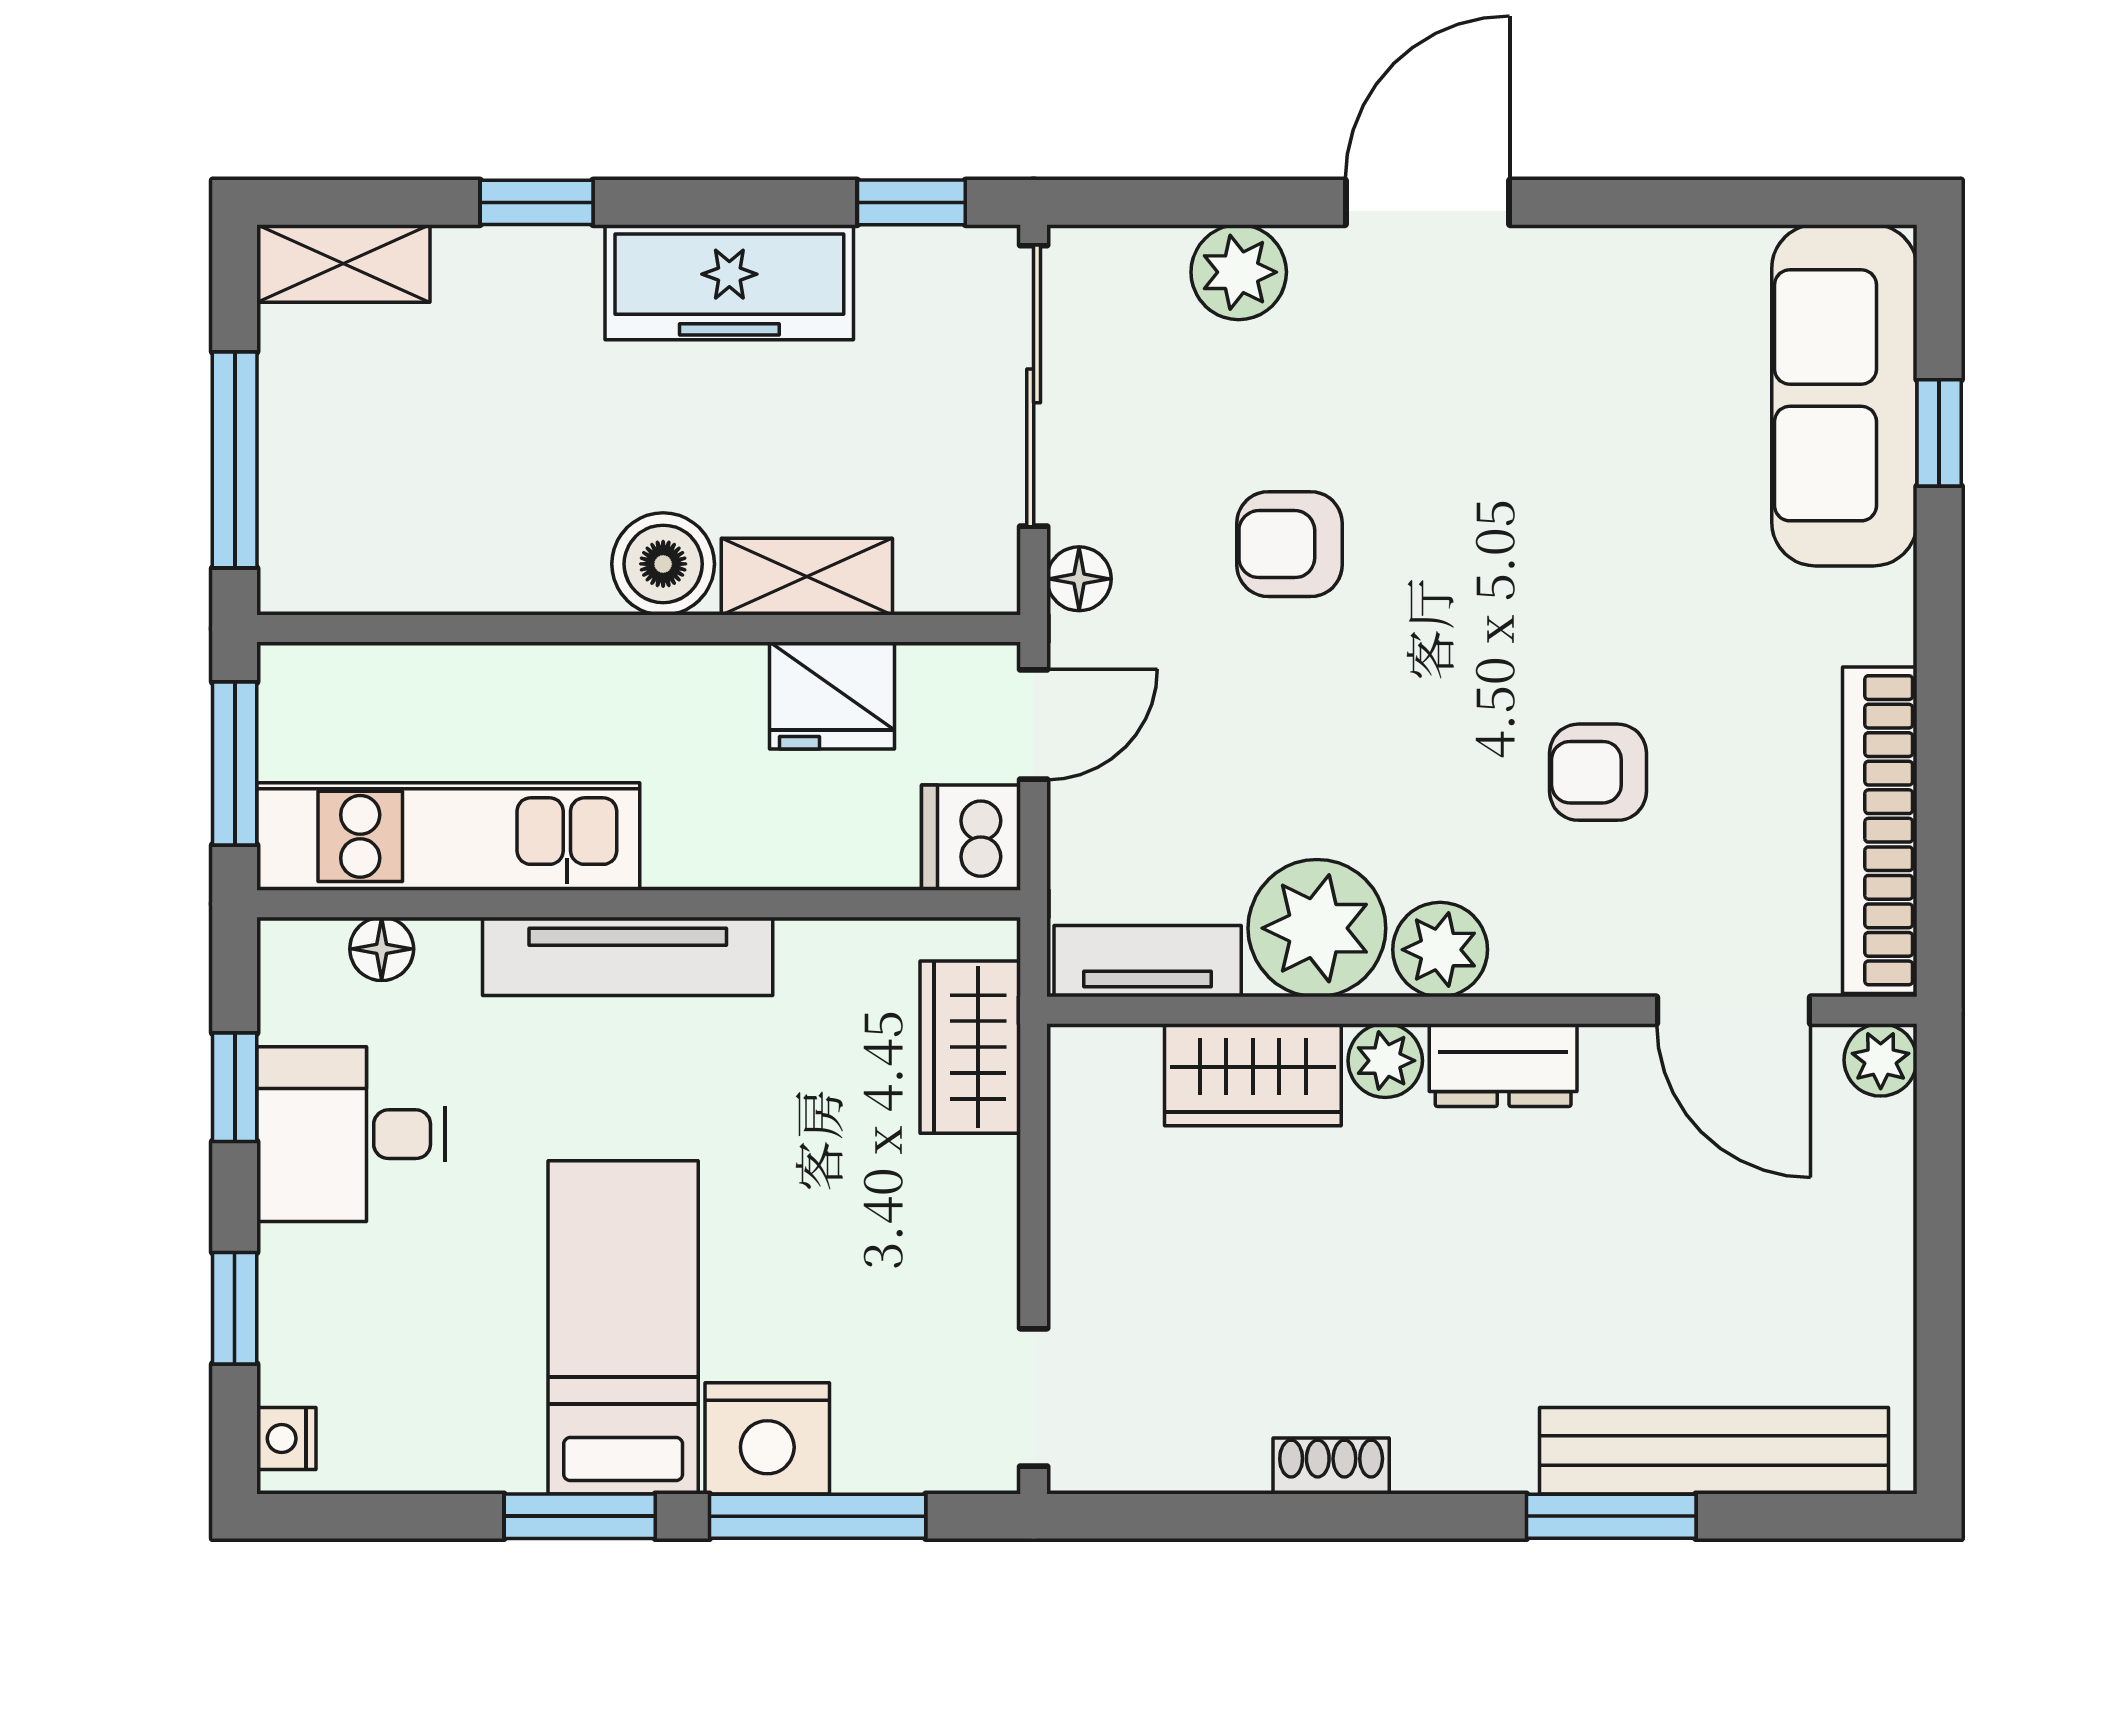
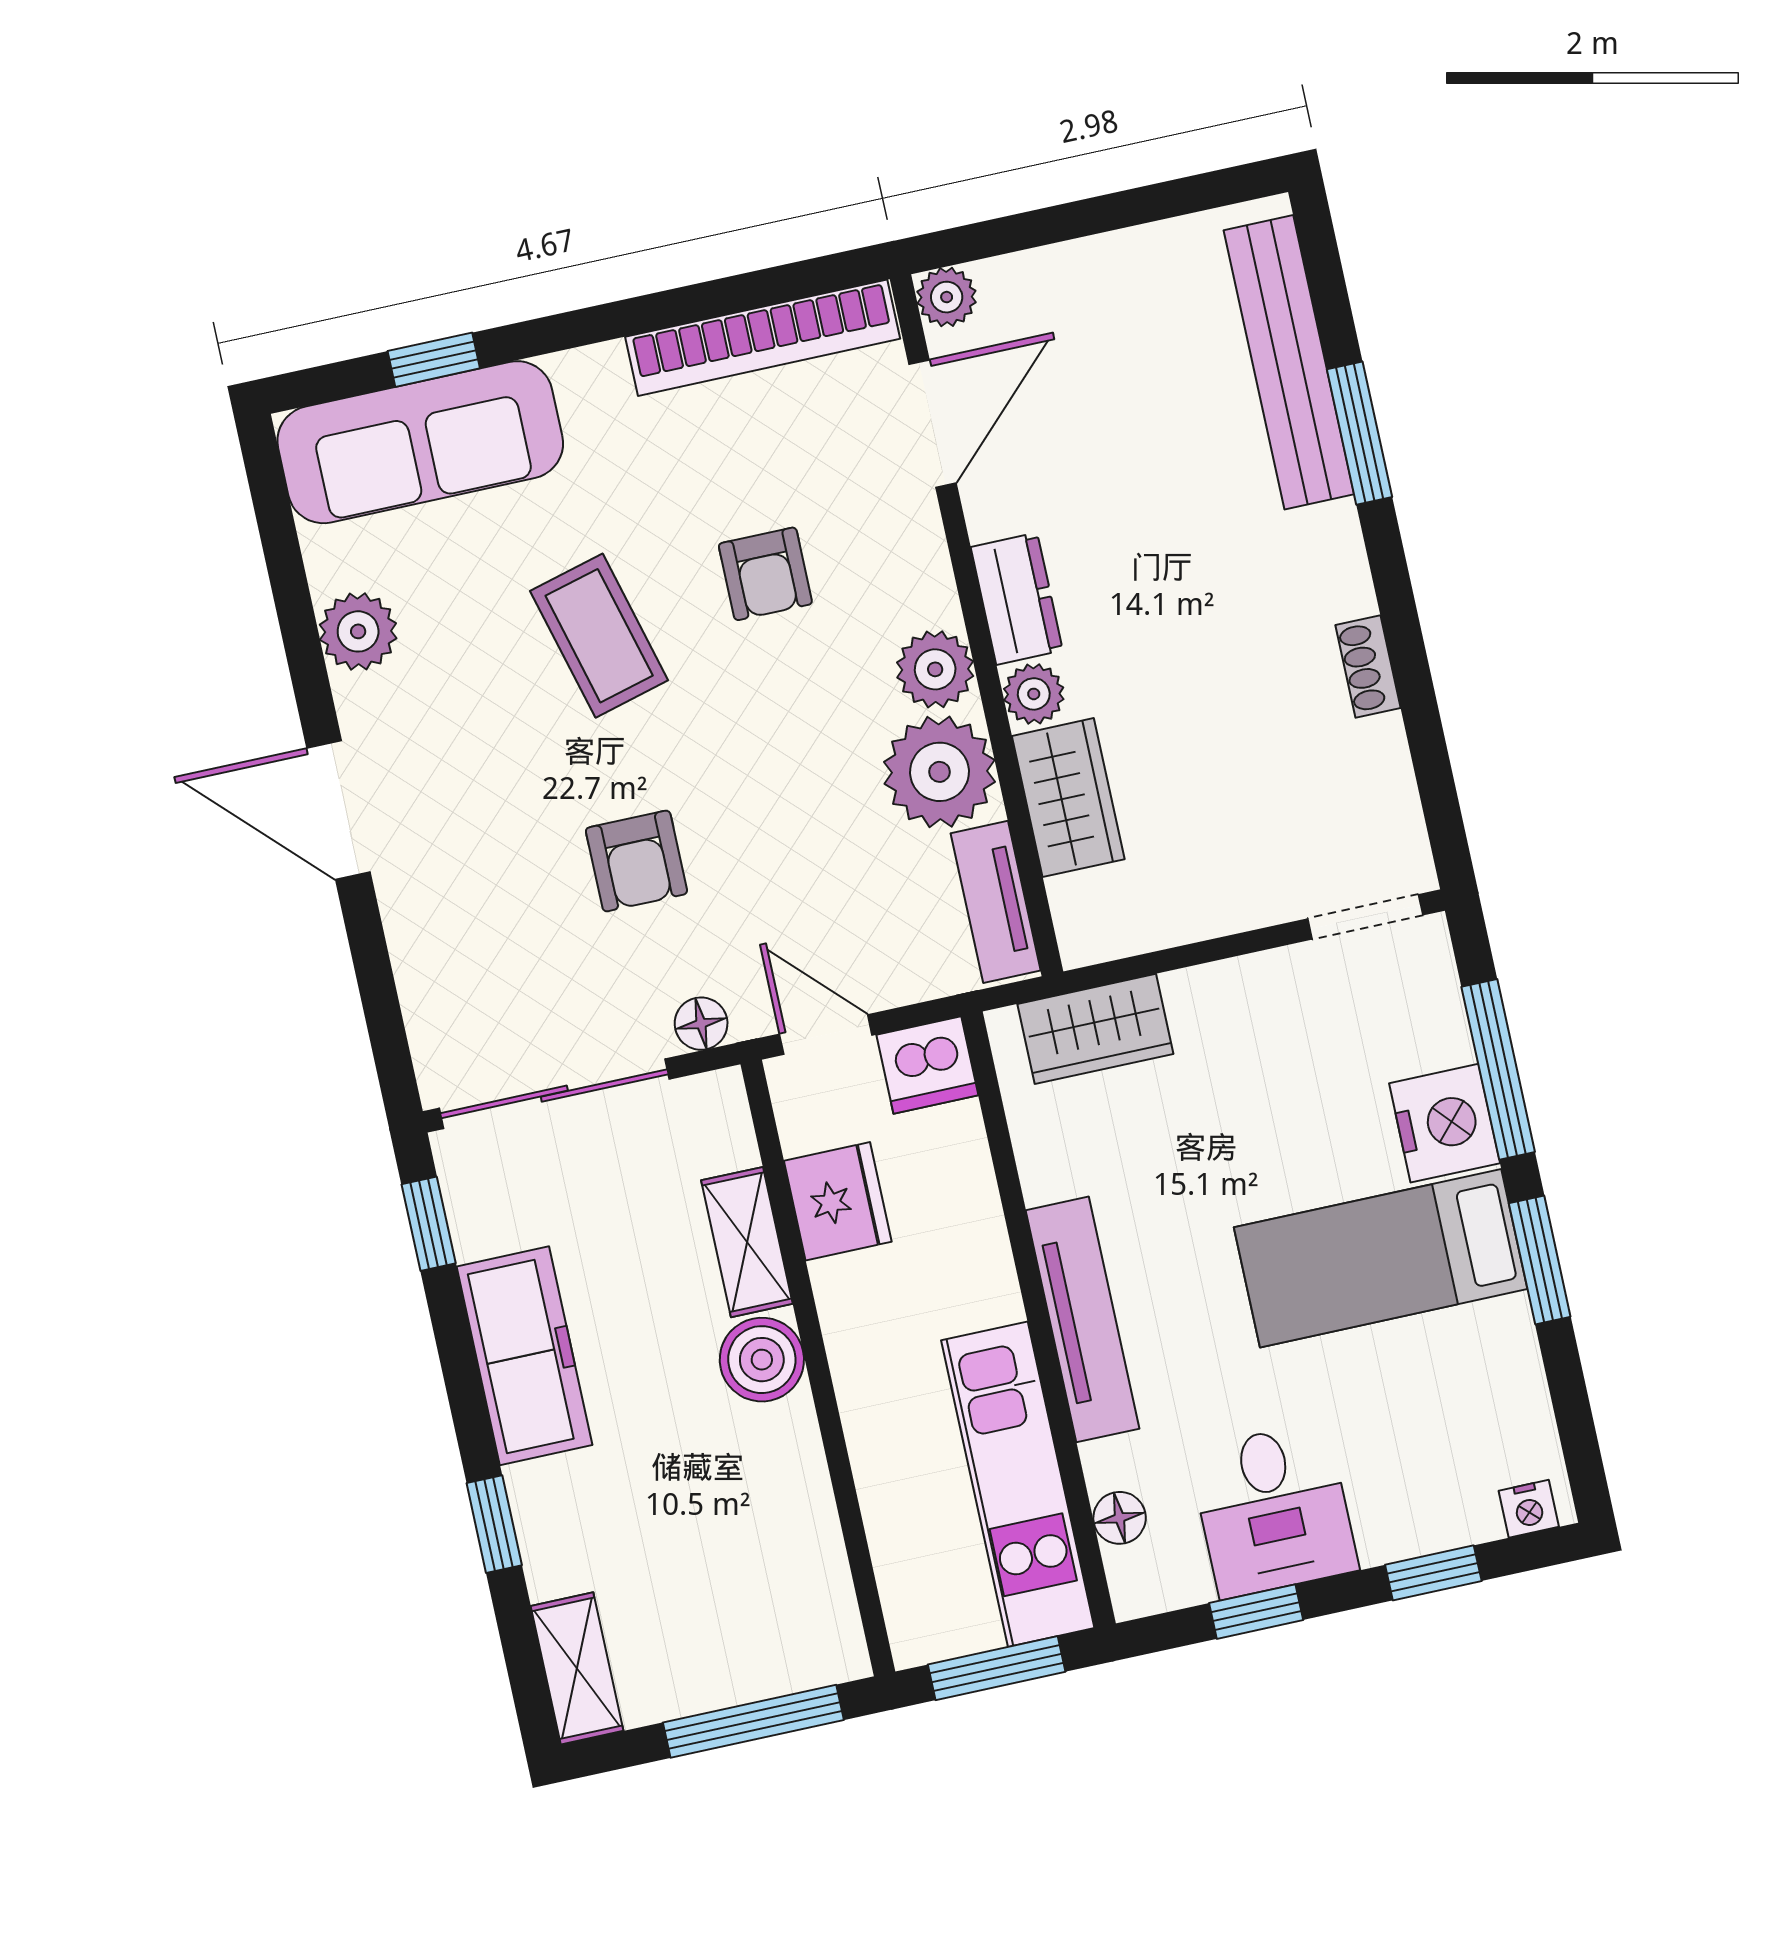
plant: (1239, 272) -> (358, 631), moved
coffee table: (1568, 558) -> (599, 636), added

